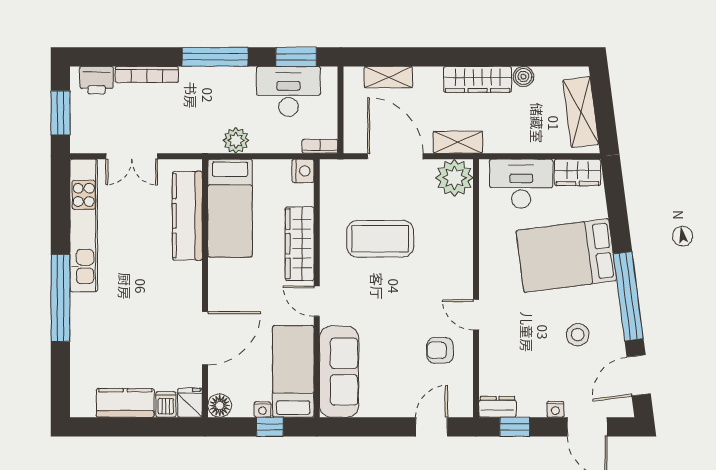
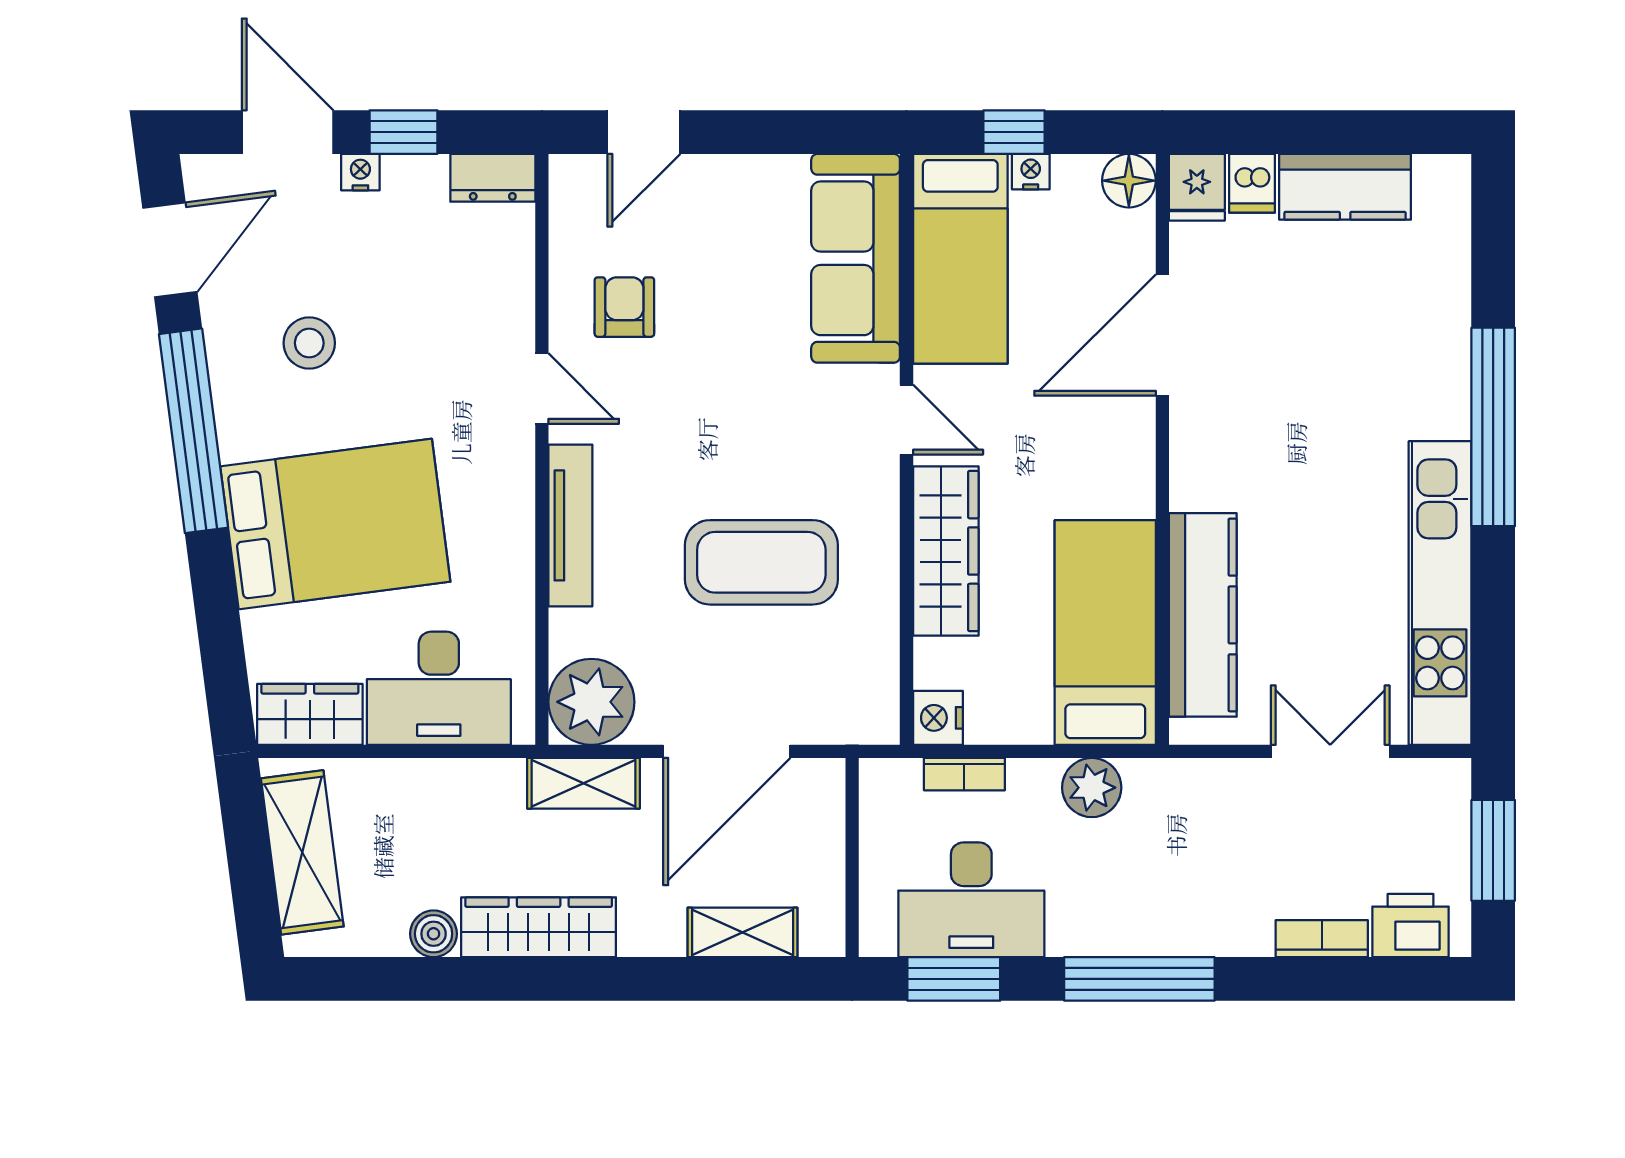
bookcase: (147, 74) -> (1322, 939), width x0.64
bookcase: (320, 146) -> (964, 774), moved
door: (395, 156) -> (727, 751), hinge flipped
tv unit: (464, 255) -> (570, 525), added
armchair: (440, 350) -> (624, 307), turned -90
window: (515, 427) -> (403, 132), moved

